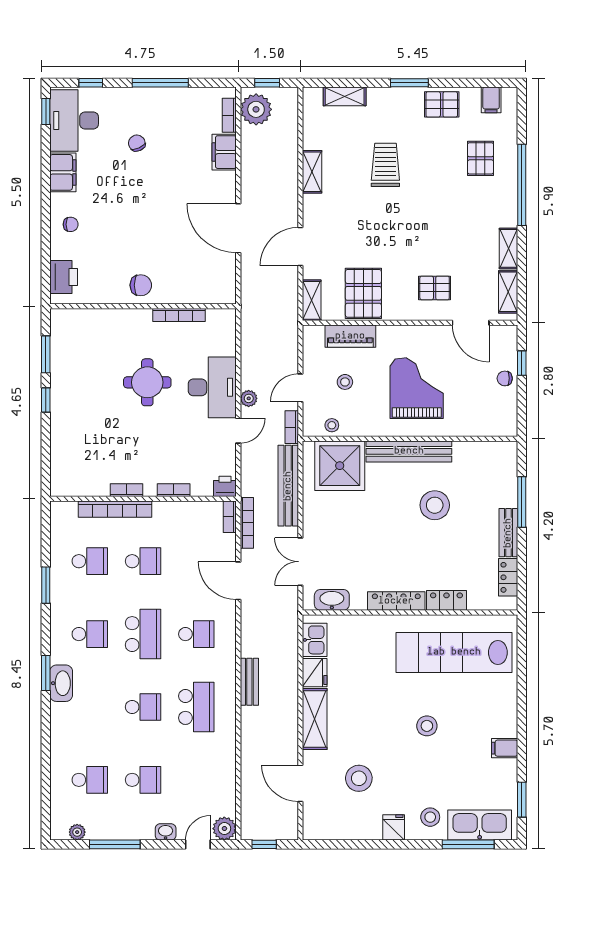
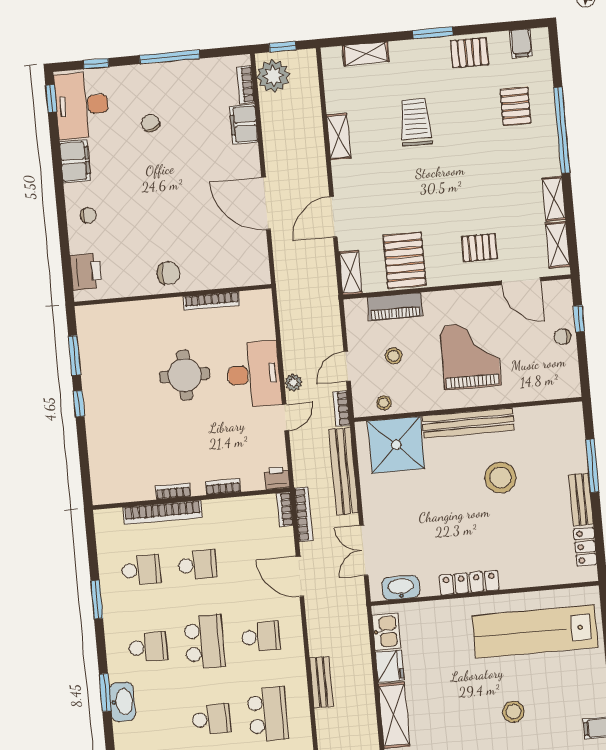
locker: (446, 600) -> (522, 577), removed

